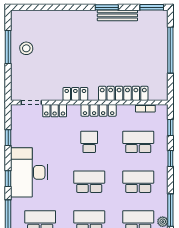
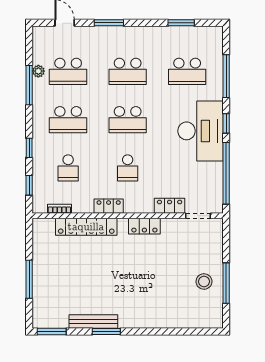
window: (170, 50) -> (29, 279), width x0.68
locker: (99, 110) -> (109, 206), width x0.66
window: (8, 138) -> (226, 173), width x3.17
school desk: (138, 142) -> (68, 168), width x0.54

